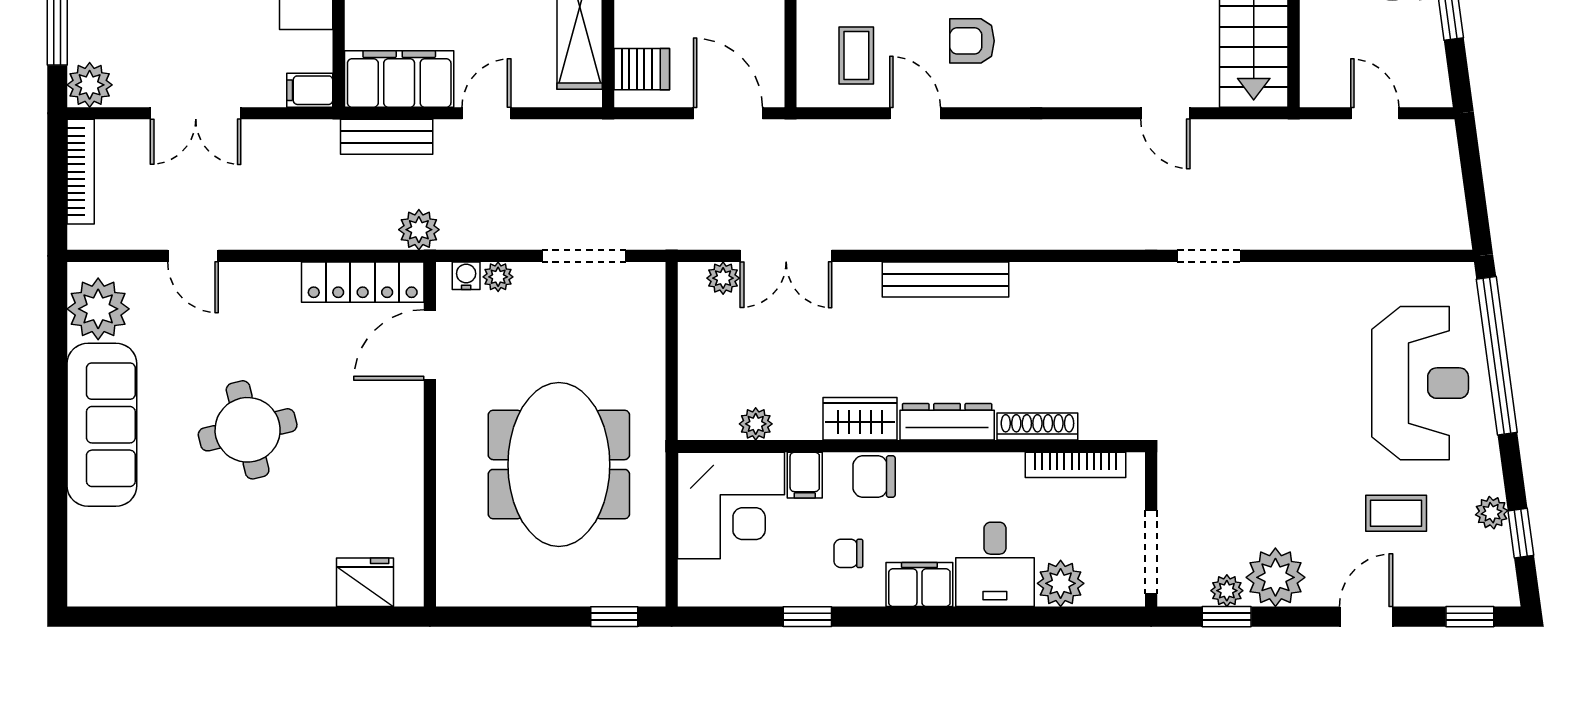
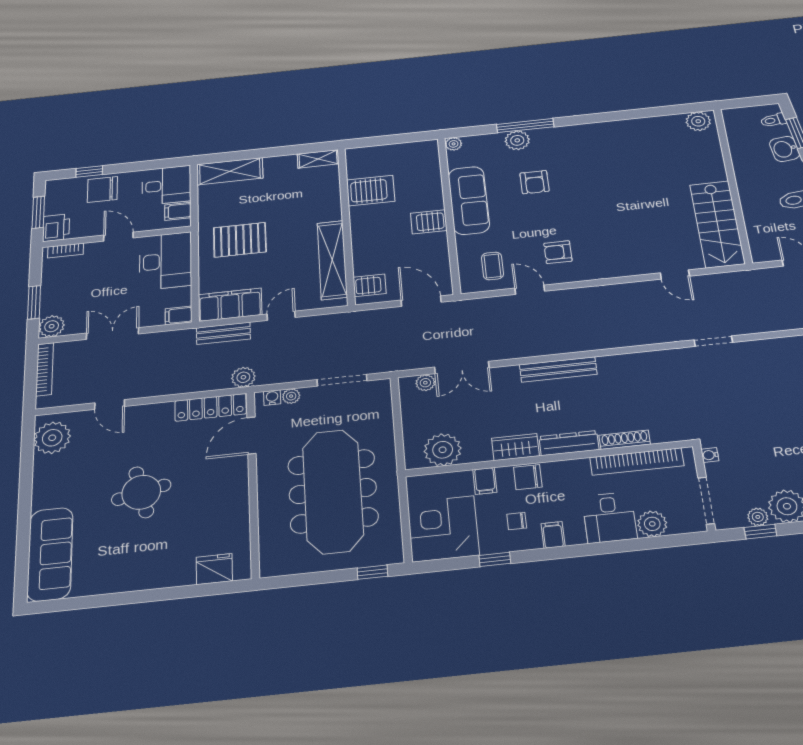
double door: (196, 113) -> (112, 334), swing flipped
plant: (756, 424) -> (443, 450), width x1.88, depth x1.88
sofa: (102, 425) -> (50, 554), moved
meeting table: (559, 465) -> (333, 491), width x1.36
bookcase: (1076, 465) -> (637, 462), width x1.48, depth x1.31
water cooler: (1170, 471) -> (710, 455), added
corner desk: (731, 505) -> (443, 529), moved, turned 180
filing cabinet: (919, 585) -> (553, 535), width x0.50

